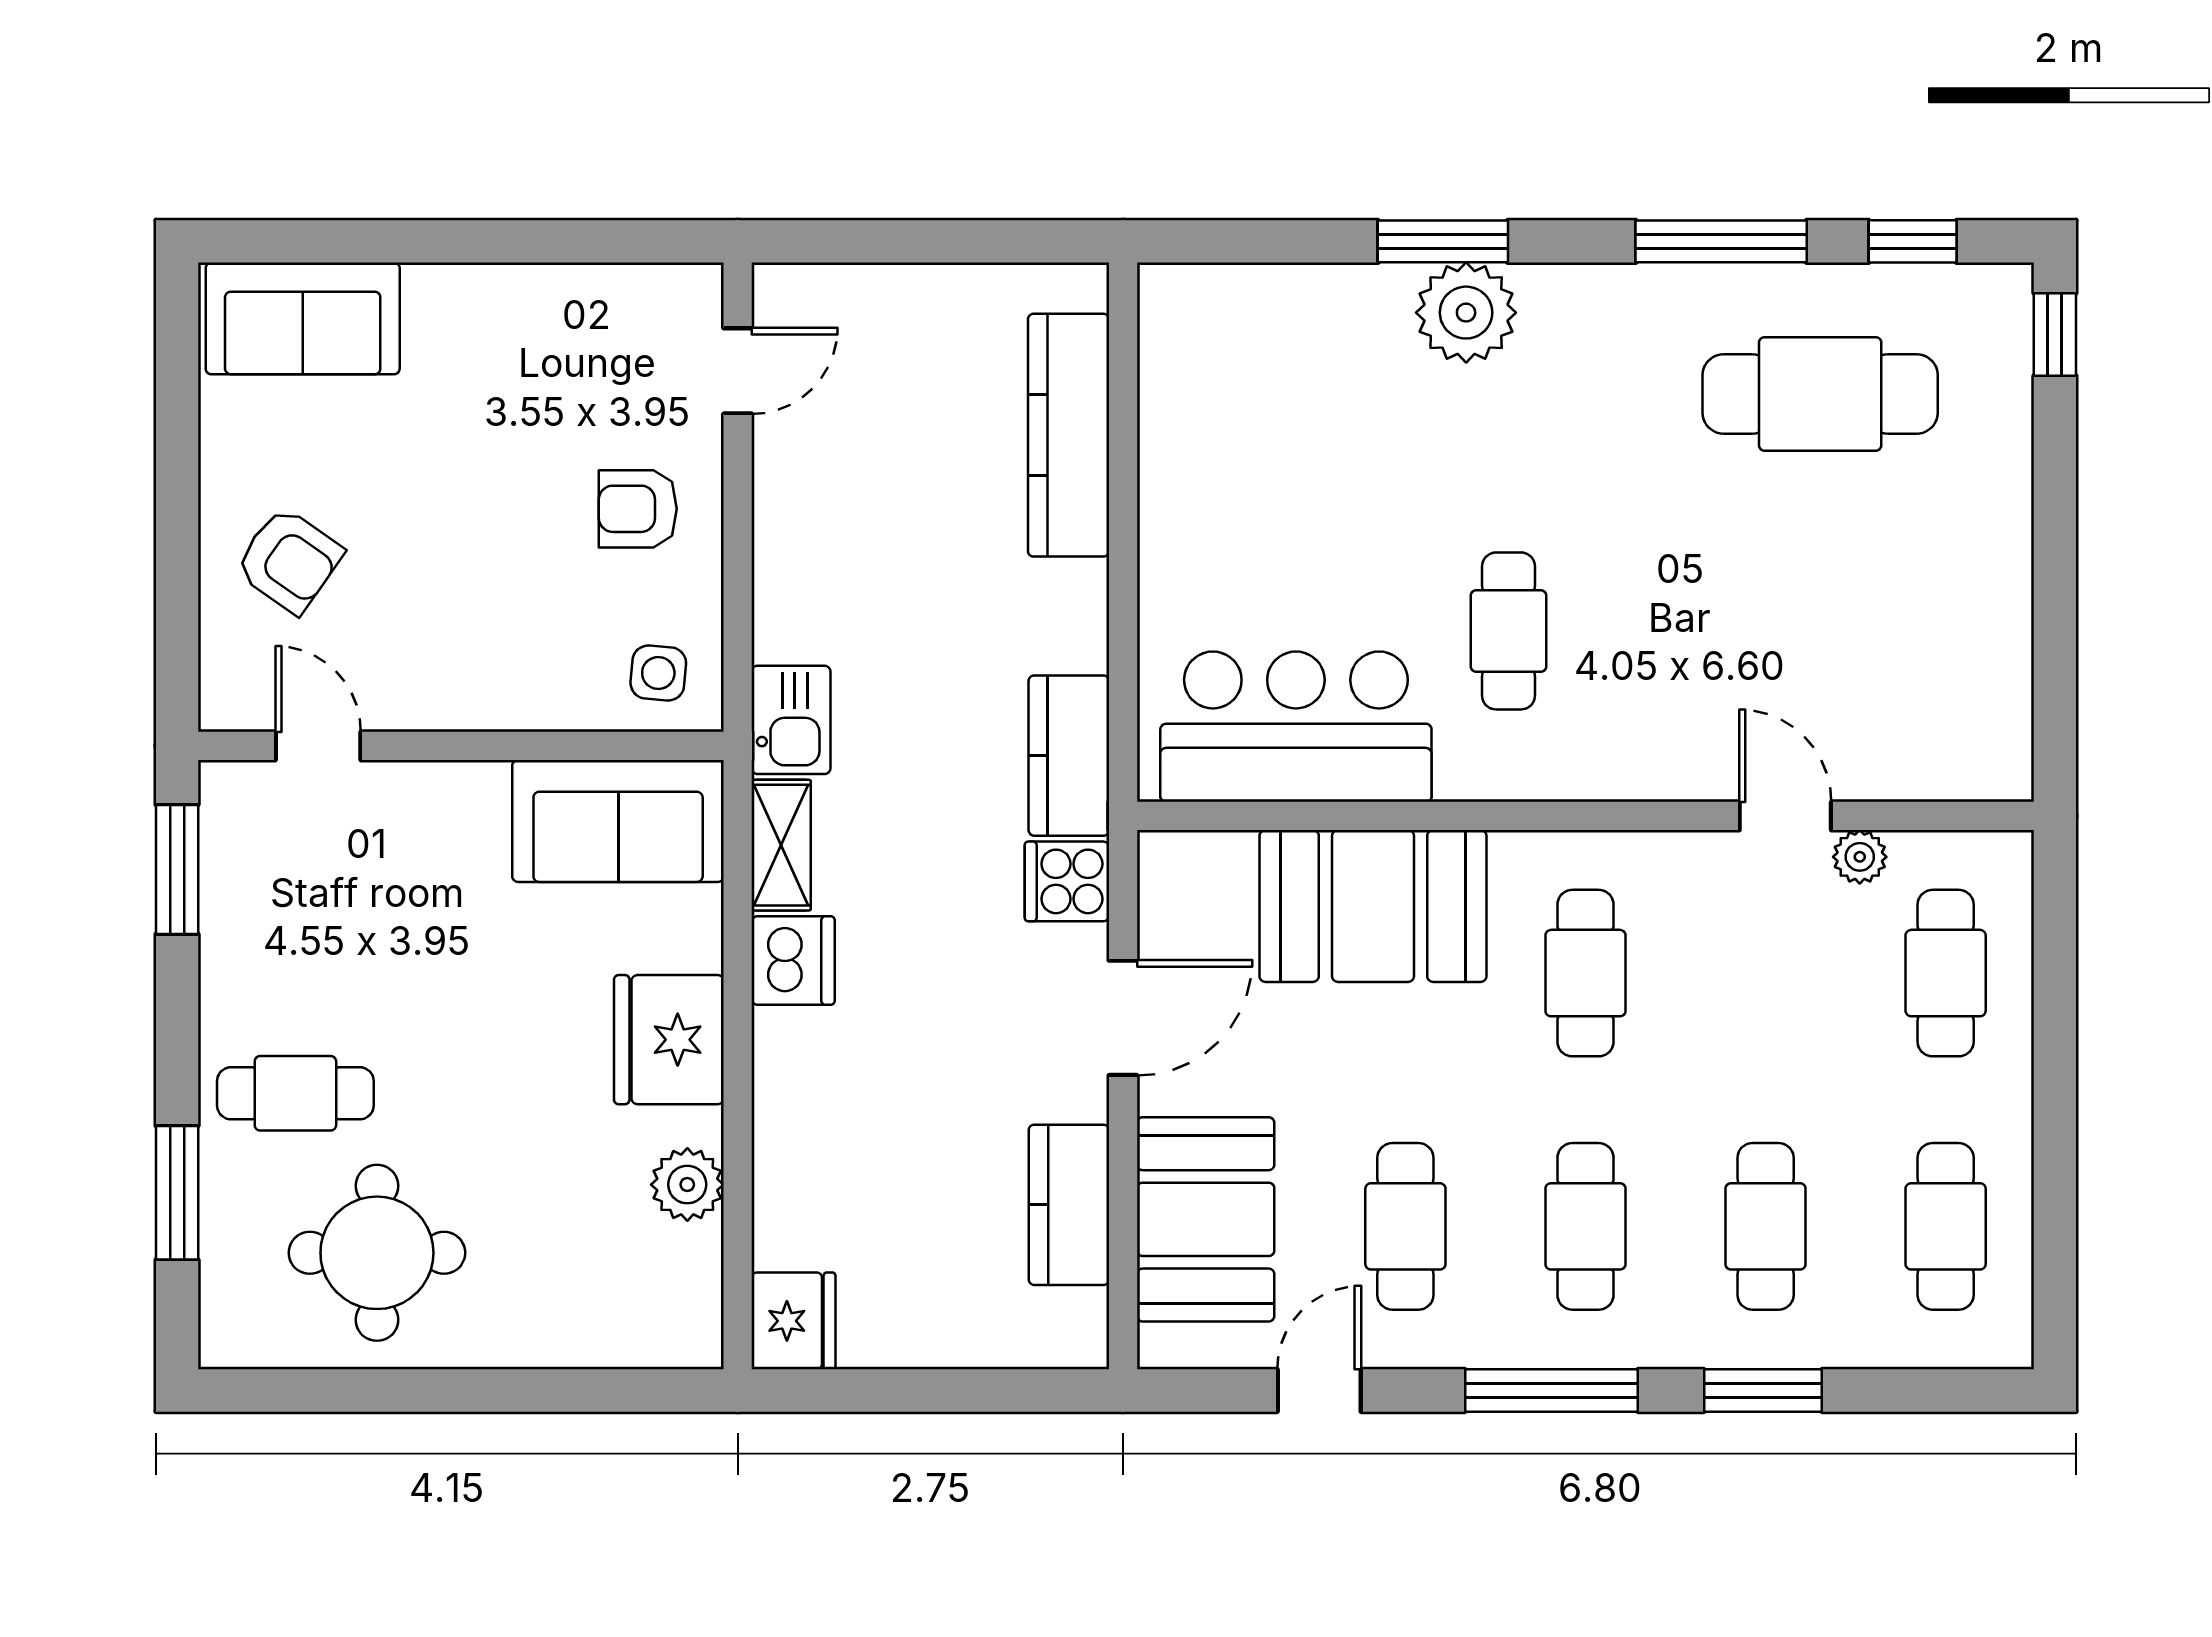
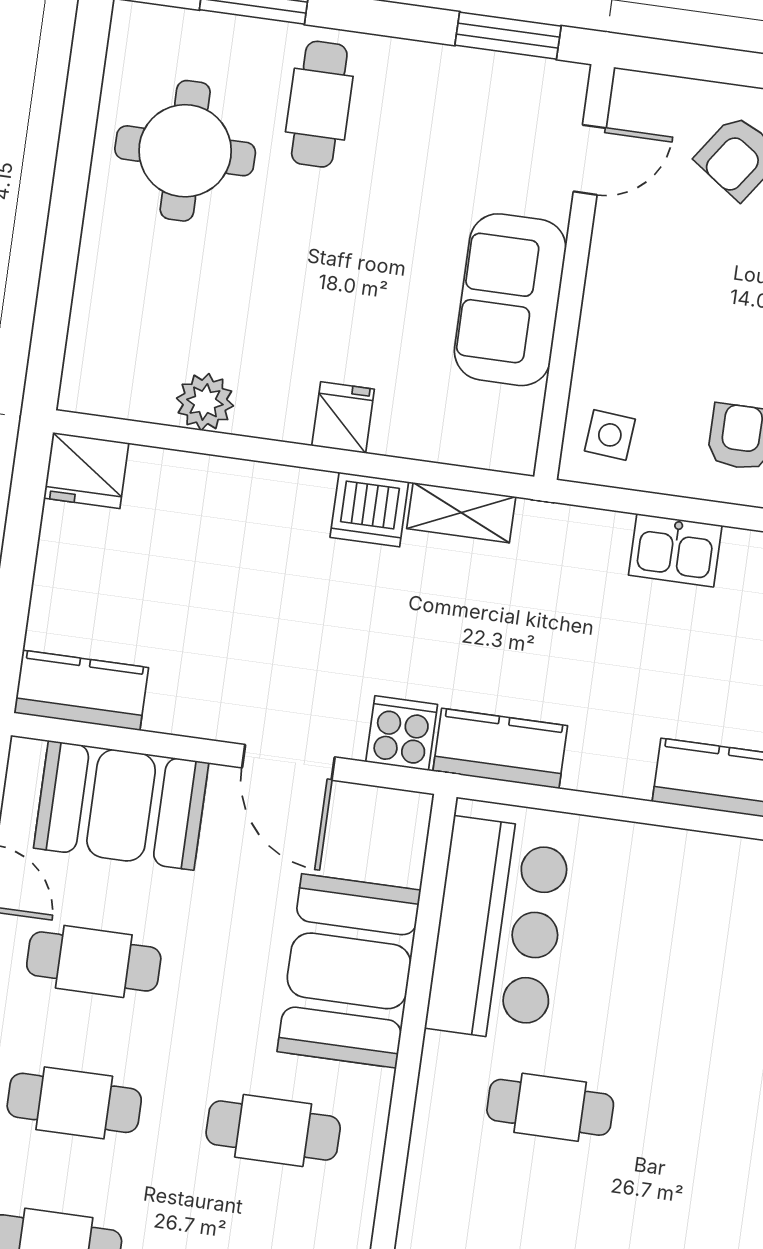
kitchen sink: (791, 720) -> (675, 550), moved
sofa: (618, 821) -> (510, 300), moved
fridge: (669, 1040) -> (343, 418), width x0.53, depth x0.75
kitchen counter: (1069, 1205) -> (81, 690), moved

